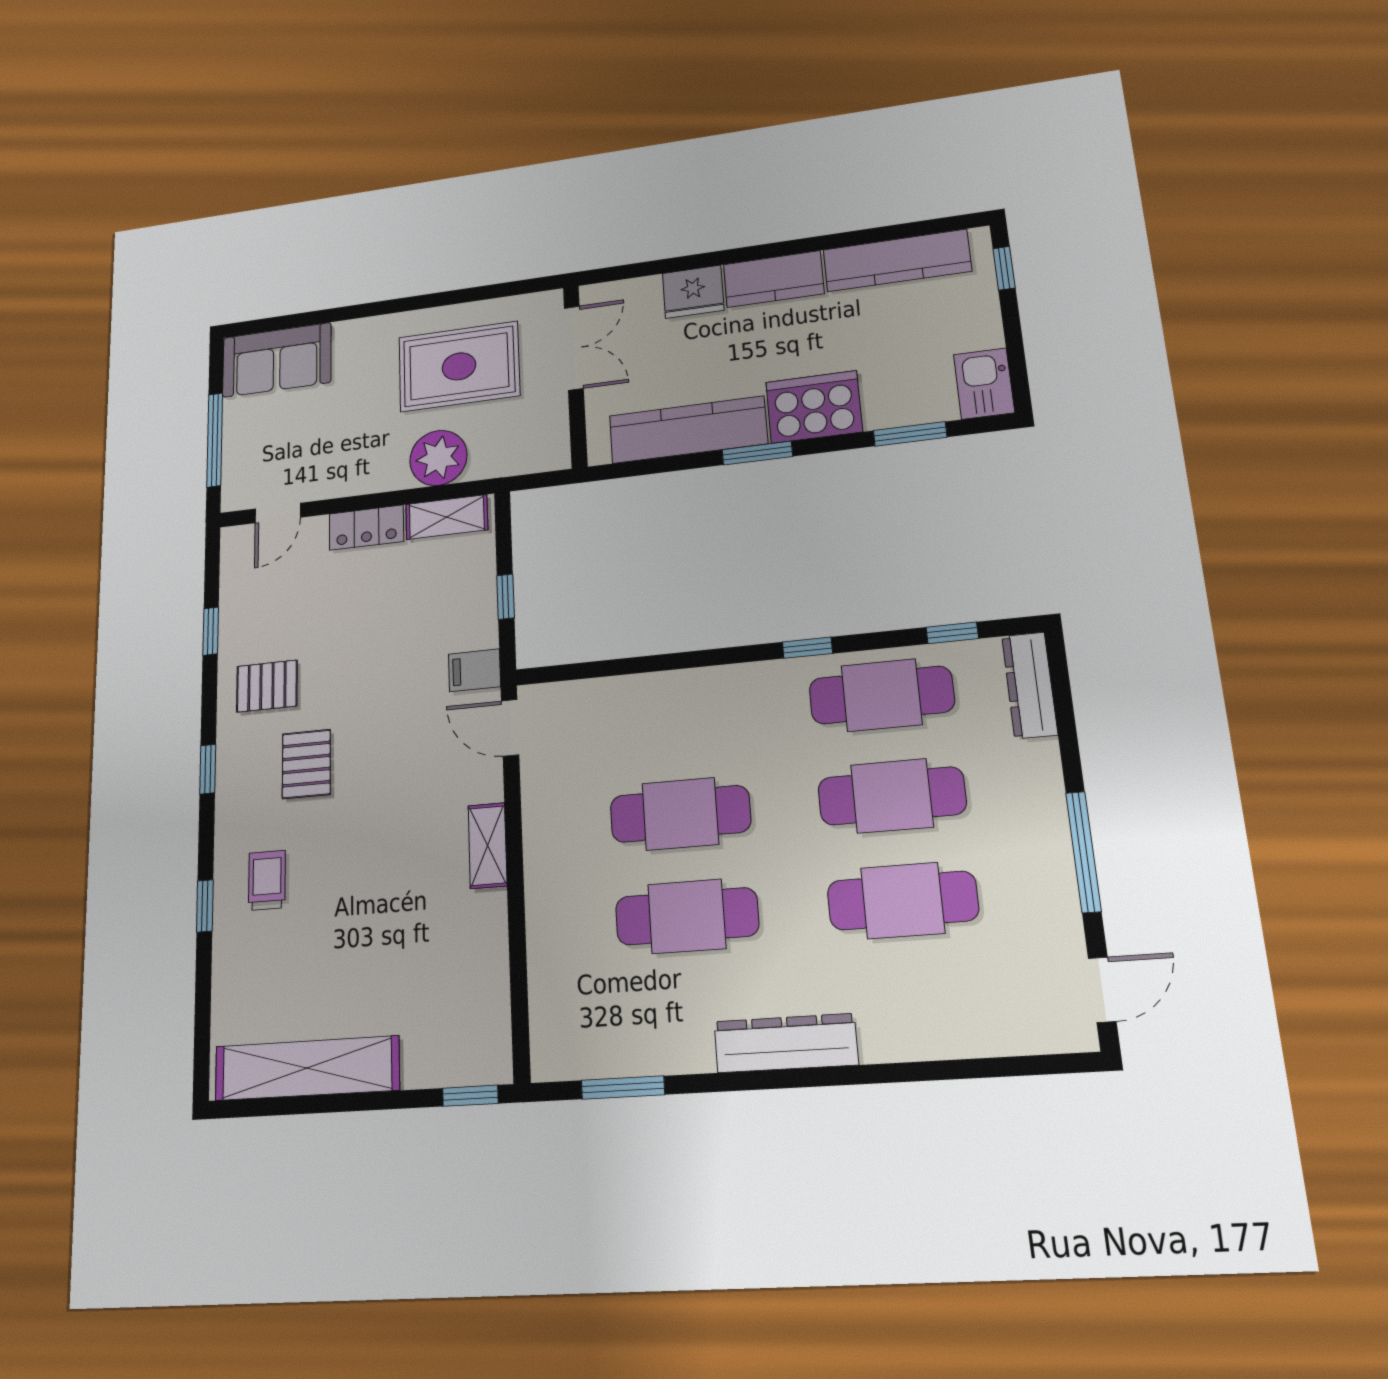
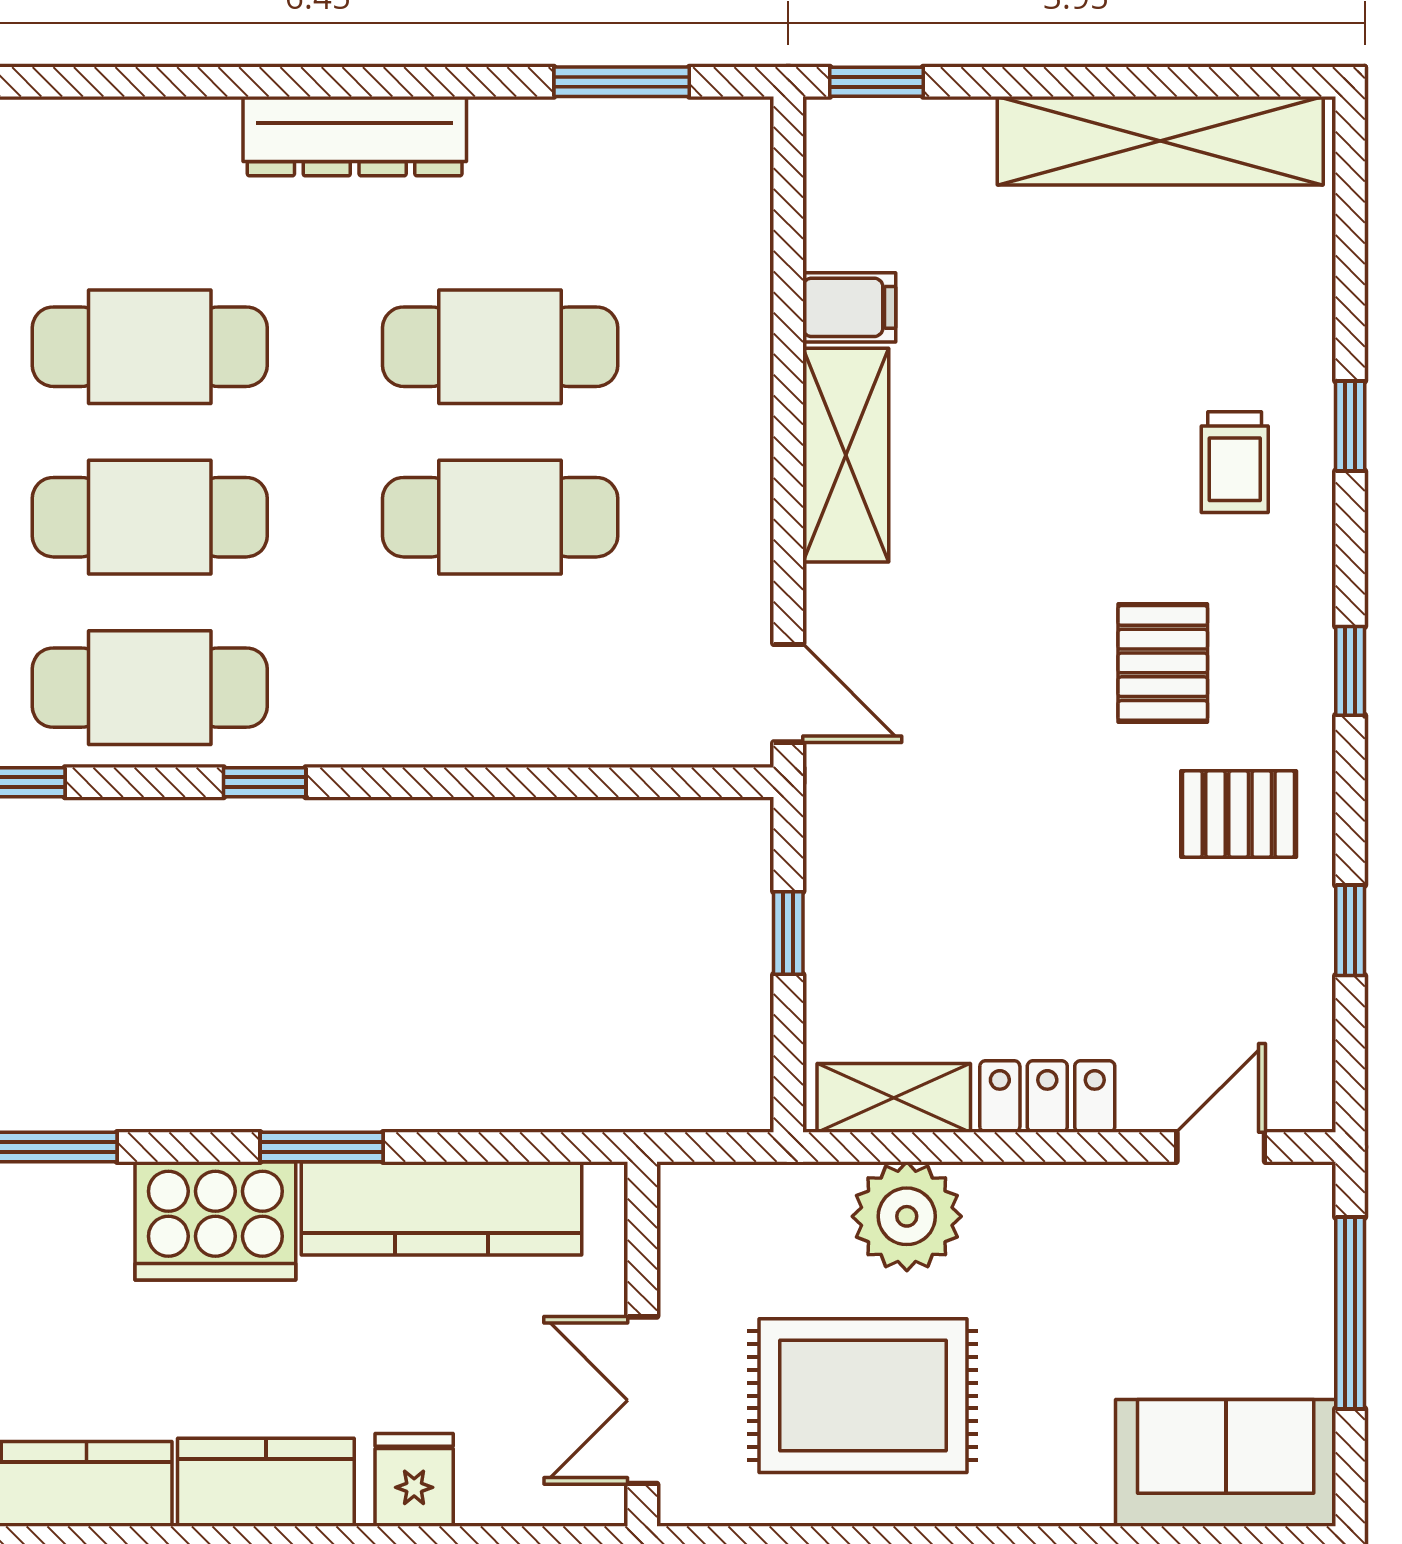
fridge: (693, 292) -> (414, 1480), width x0.72
filing cabinet: (474, 670) -> (849, 307), moved
shelving: (487, 846) -> (846, 455), width x1.50, depth x1.33

